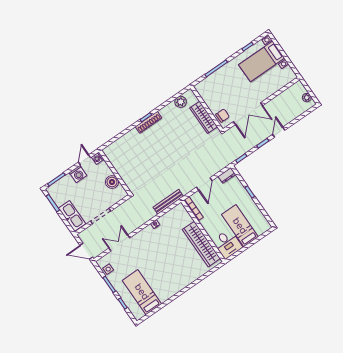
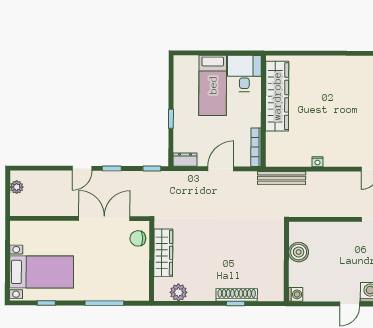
washing machine: (98, 158) -> (296, 294), moved
wall: (115, 172) -> (286, 261), moved
boiler: (112, 182) -> (299, 252), moved

